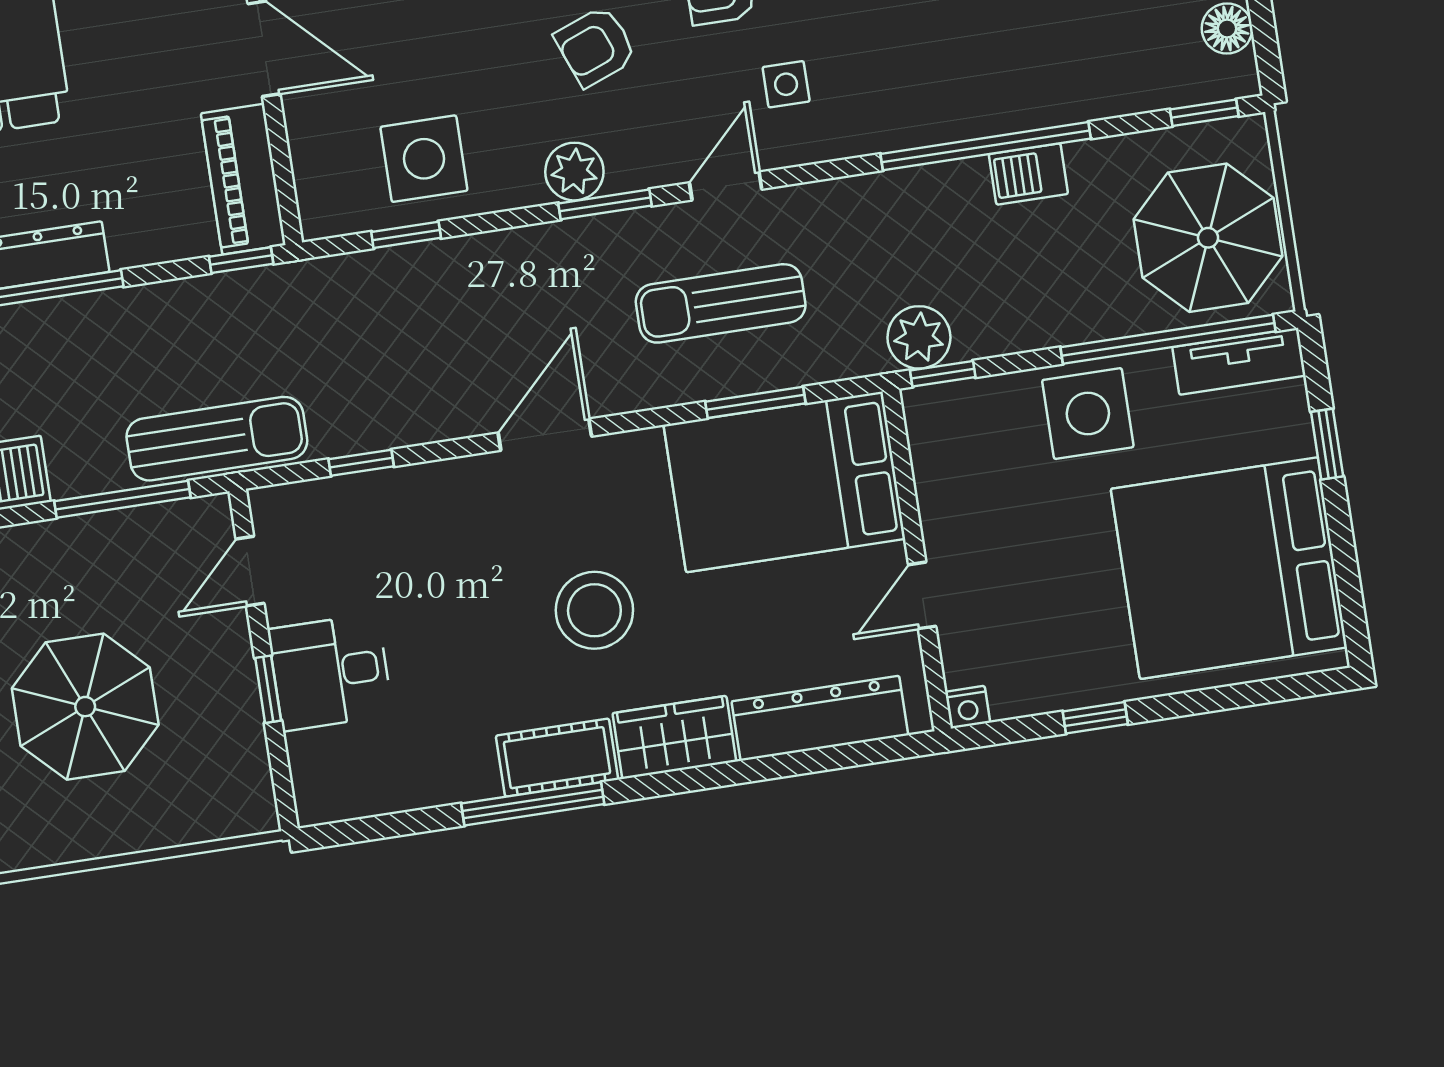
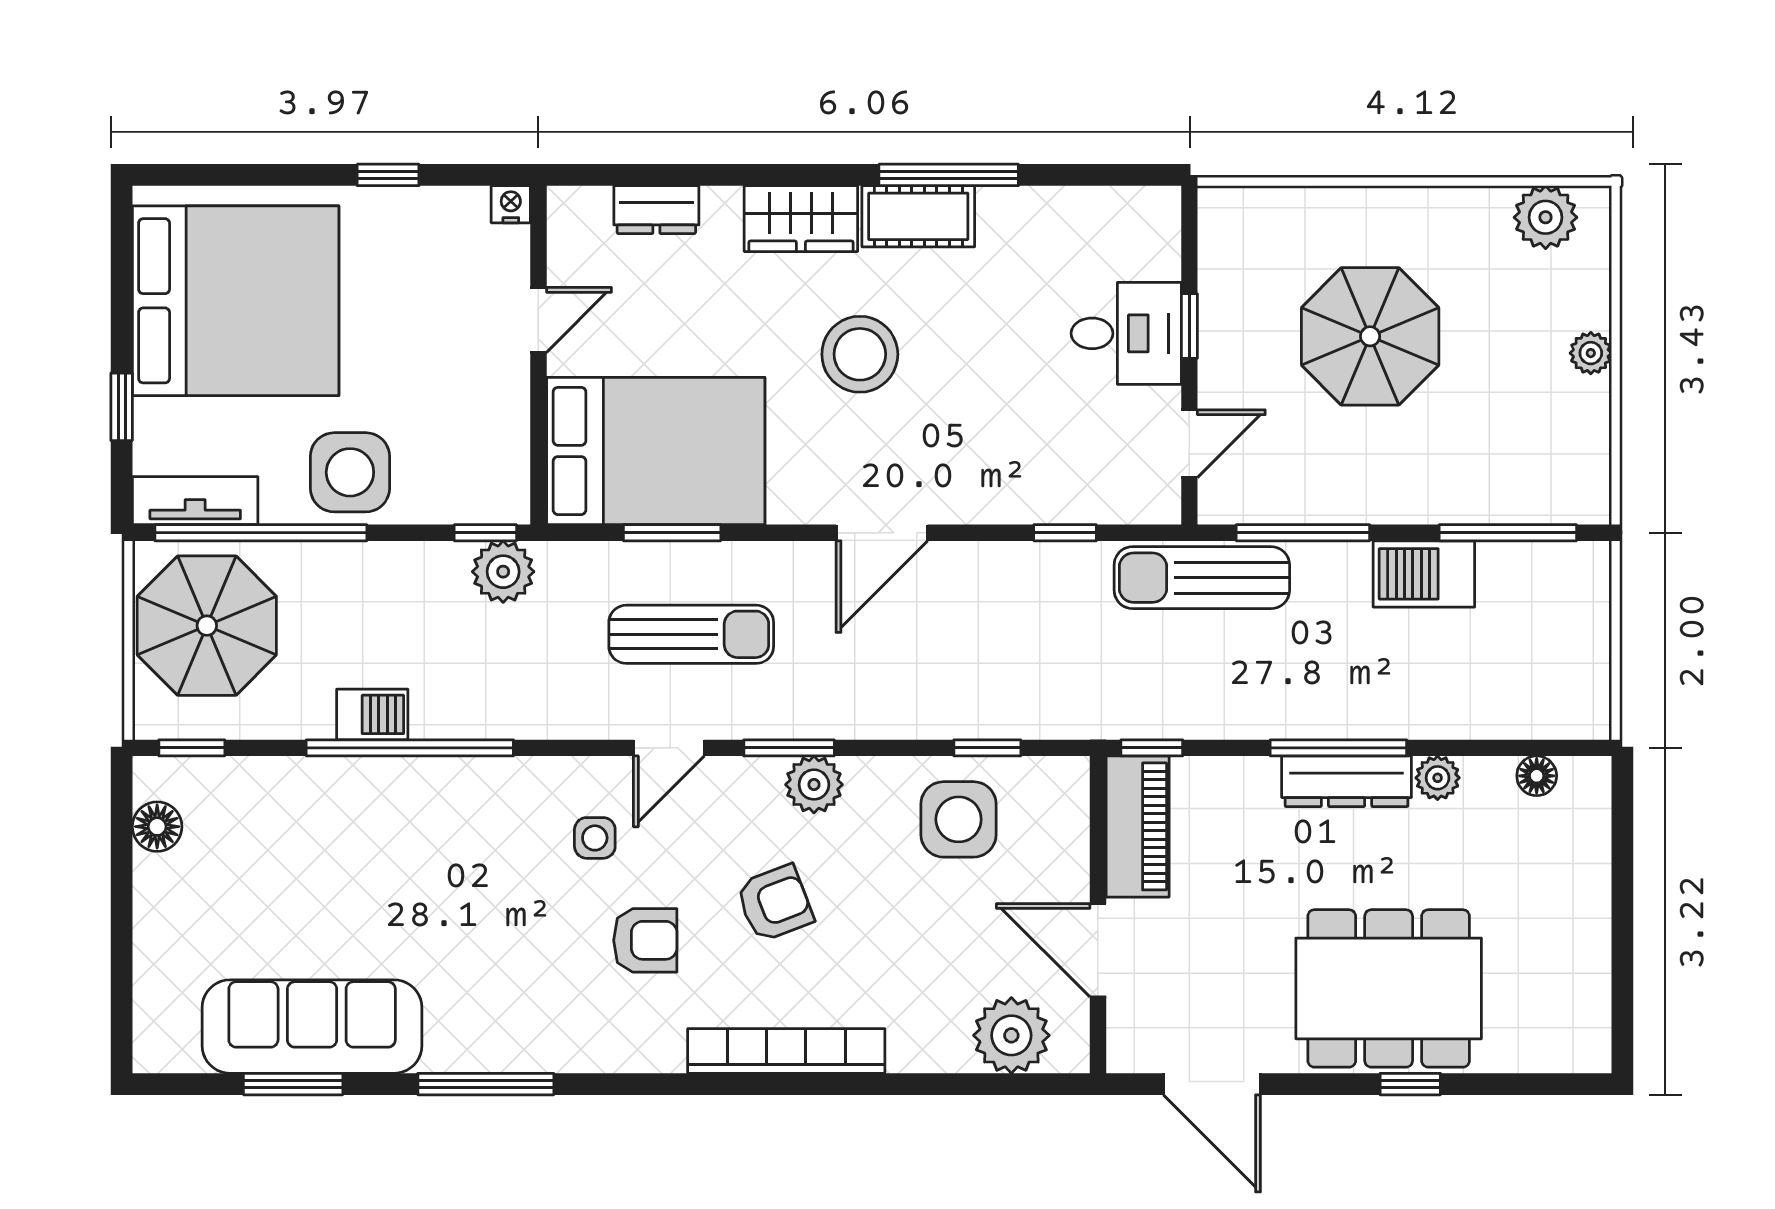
dresser: (820, 718) -> (656, 210), width x0.51, depth x0.80

